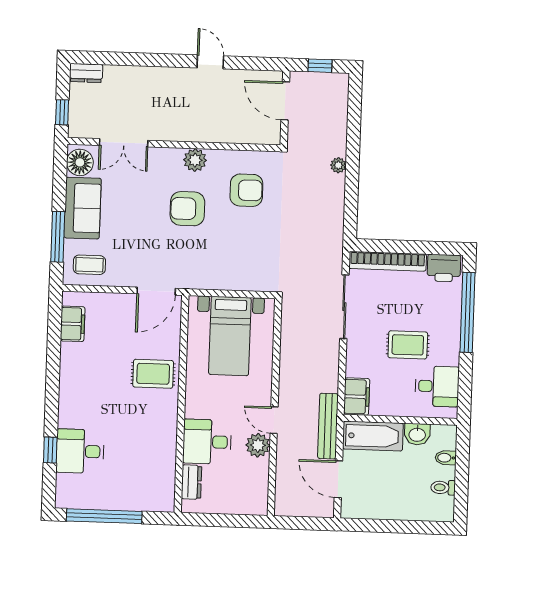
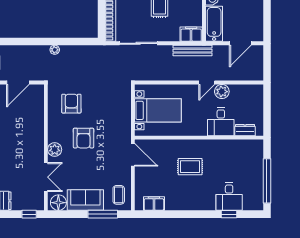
plant: (195, 160) -> (55, 150), moved
rug: (153, 374) -> (190, 167), moved, turned 90
bench: (328, 426) -> (193, 51), moved

